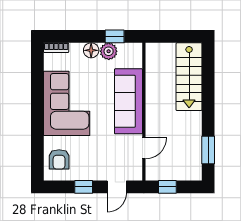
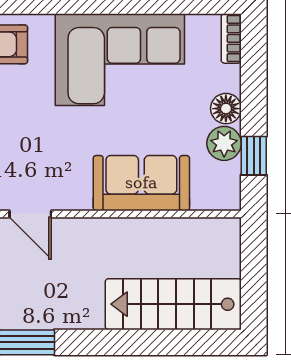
sofa: (128, 101) -> (141, 183), width x0.73

